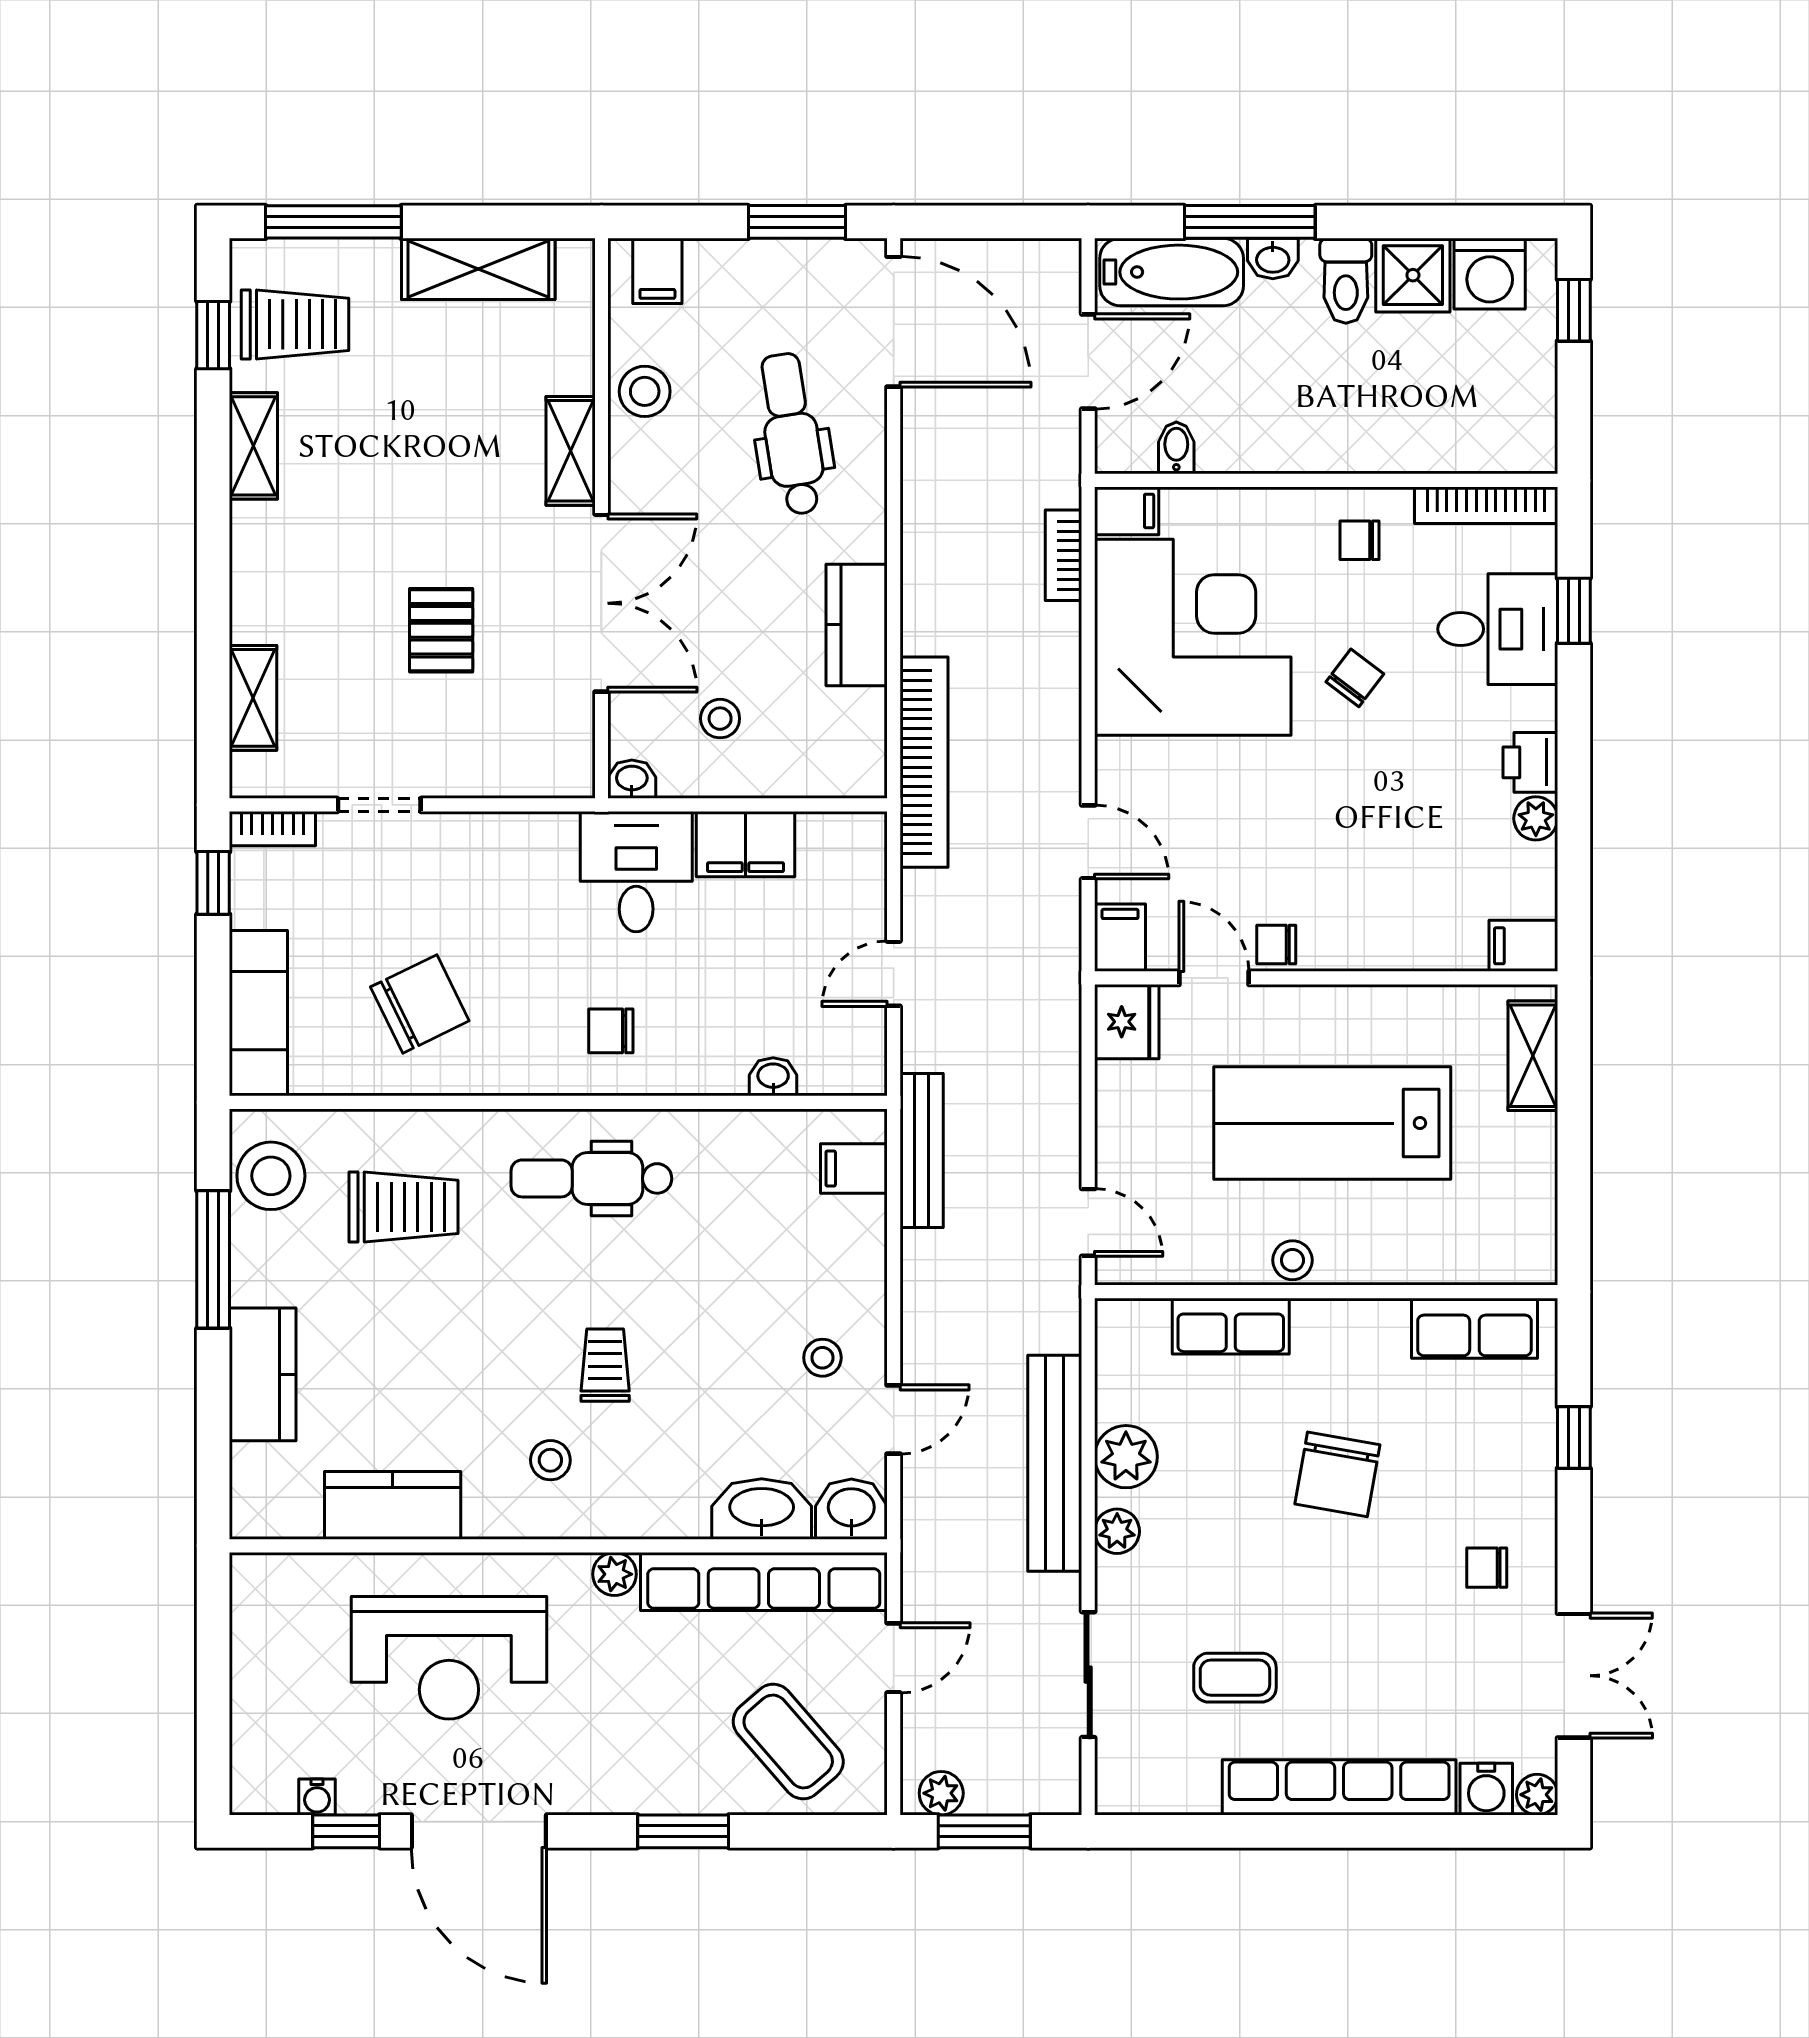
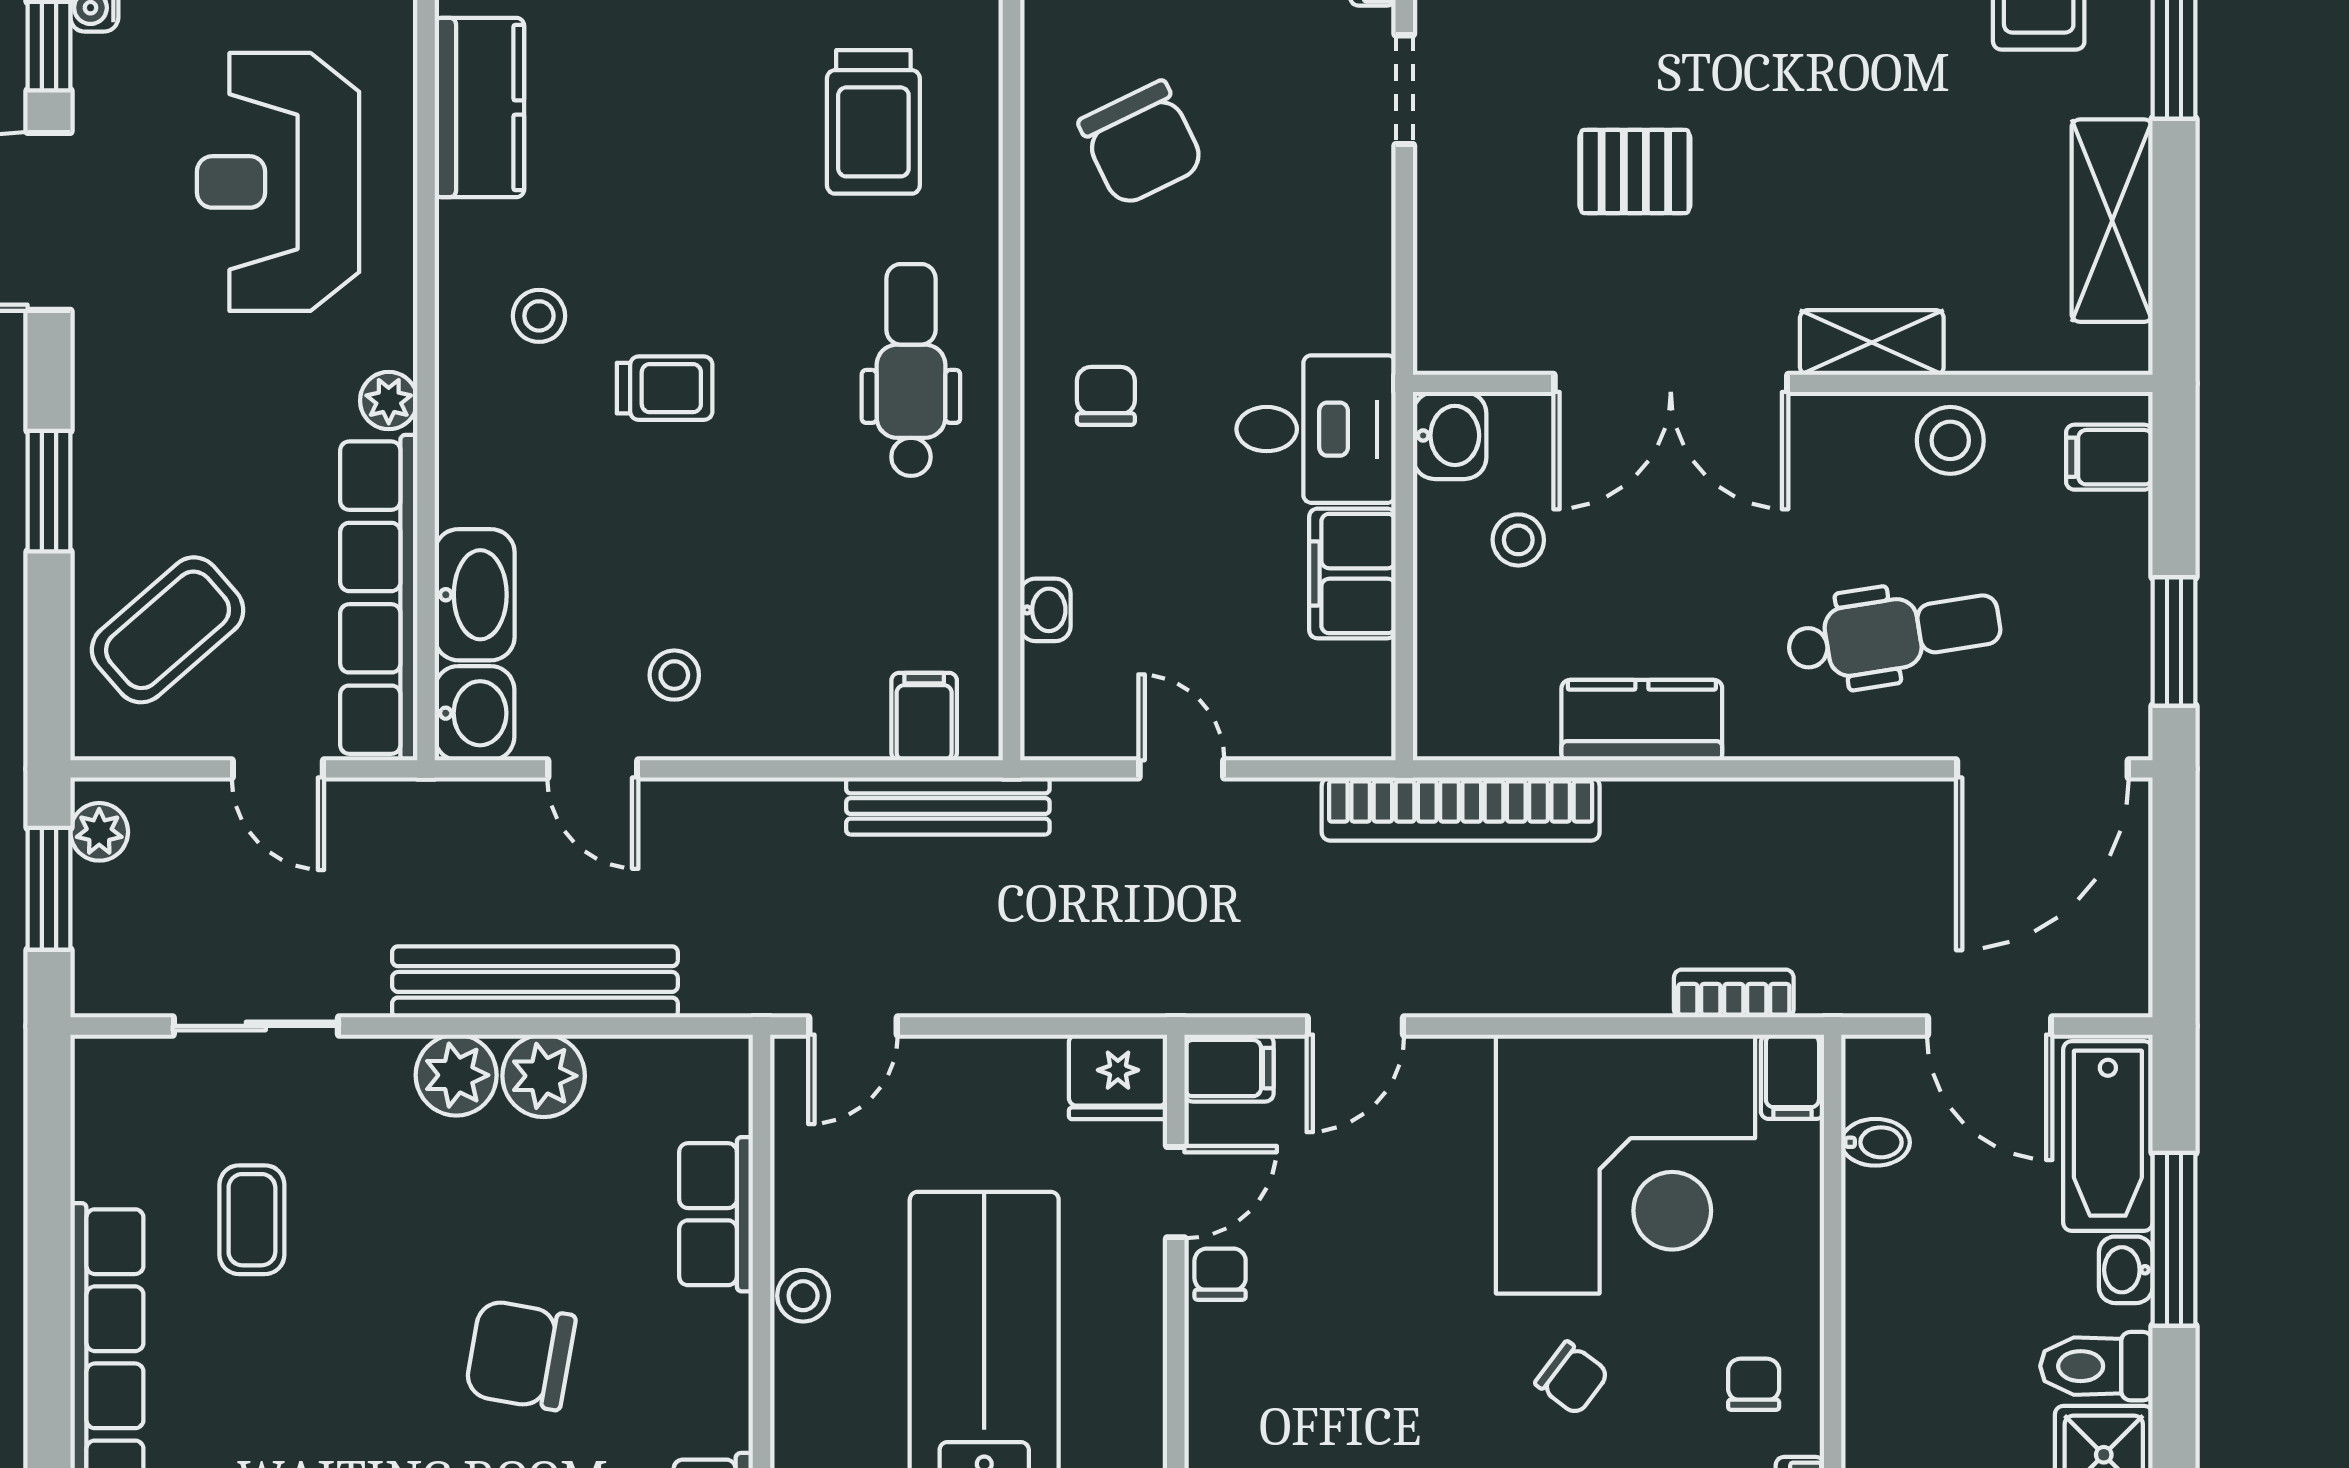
washbasin: (632, 779) -> (1450, 435), width x1.38, depth x1.45
plant: (1117, 1531) -> (456, 1075), width x1.38, depth x1.38

